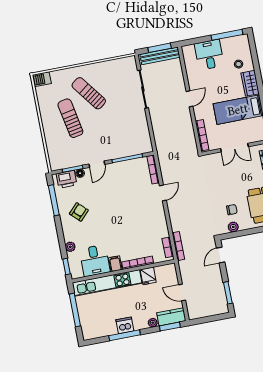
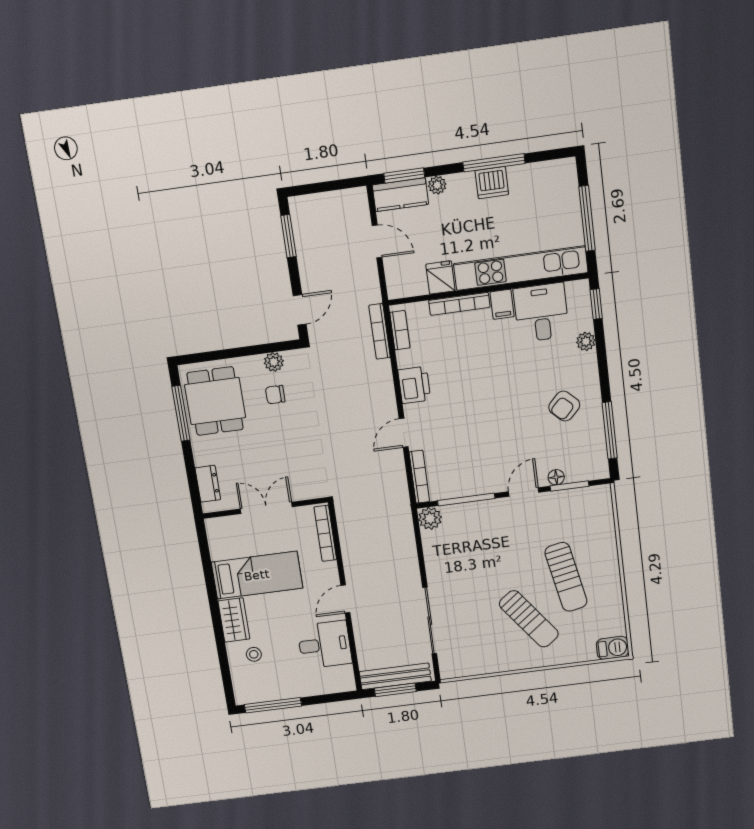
desk: (209, 55) -> (324, 645), moved, turned -90
plant: (146, 147) -> (430, 518), added
printer: (67, 179) -> (414, 385), moved, turned 90

